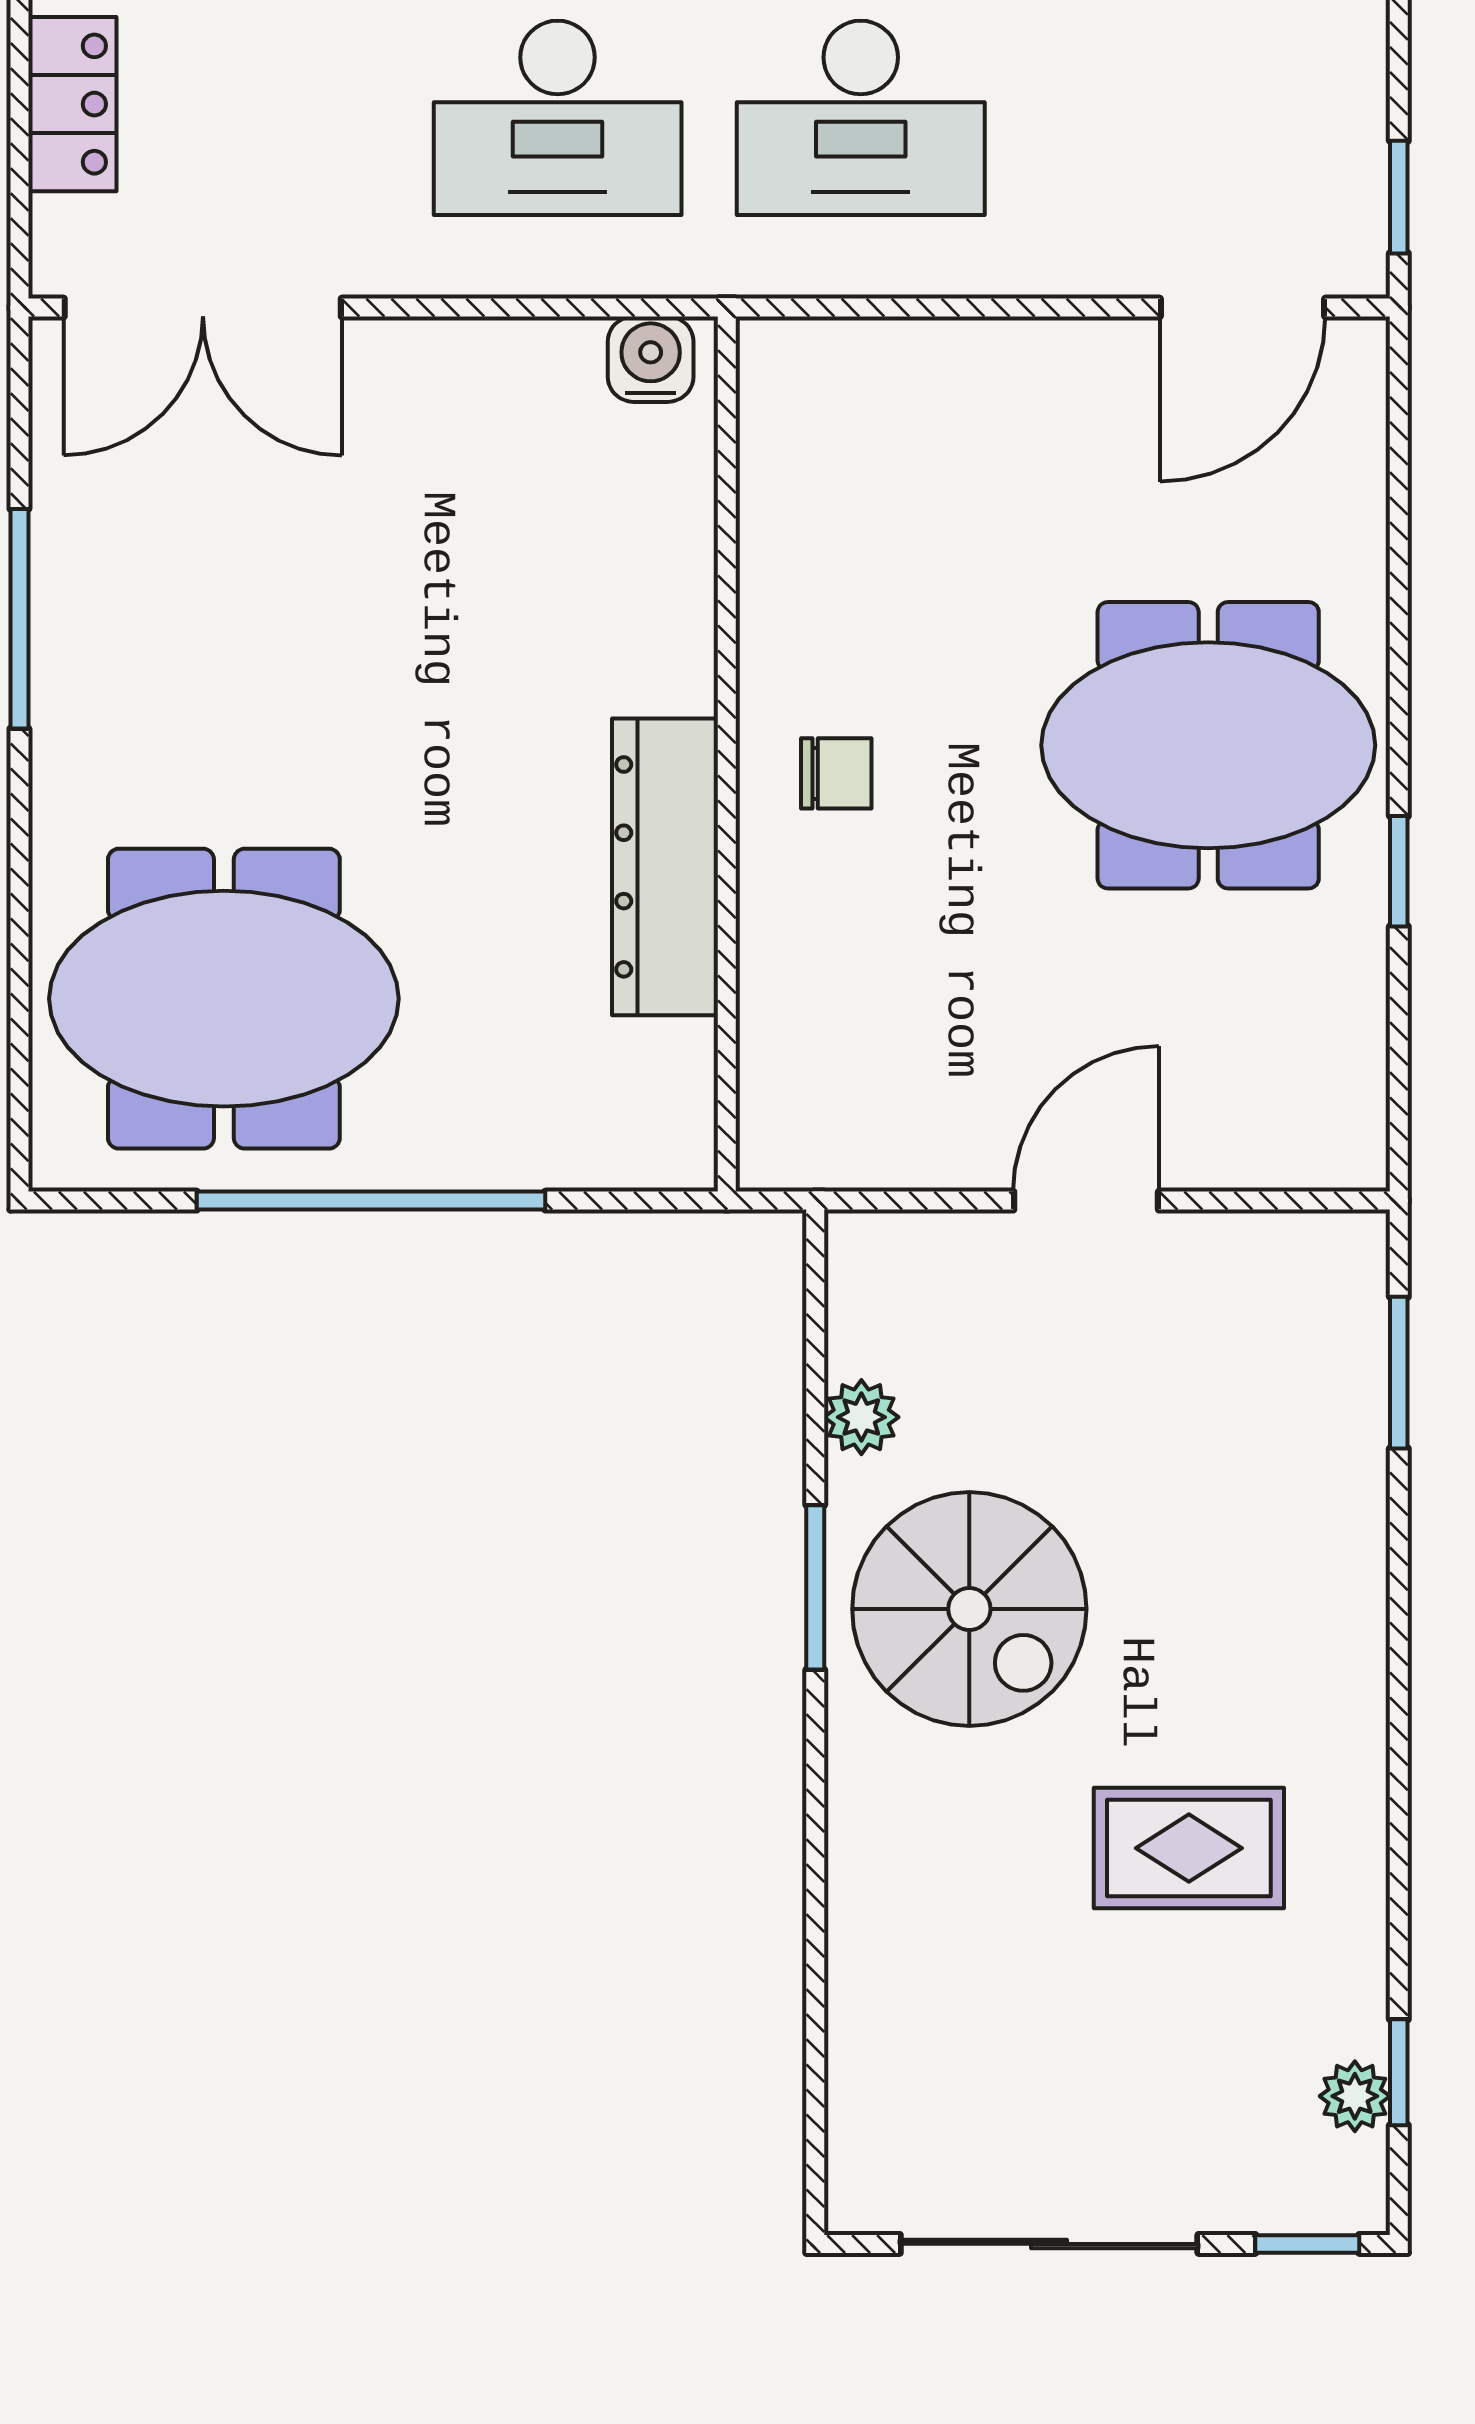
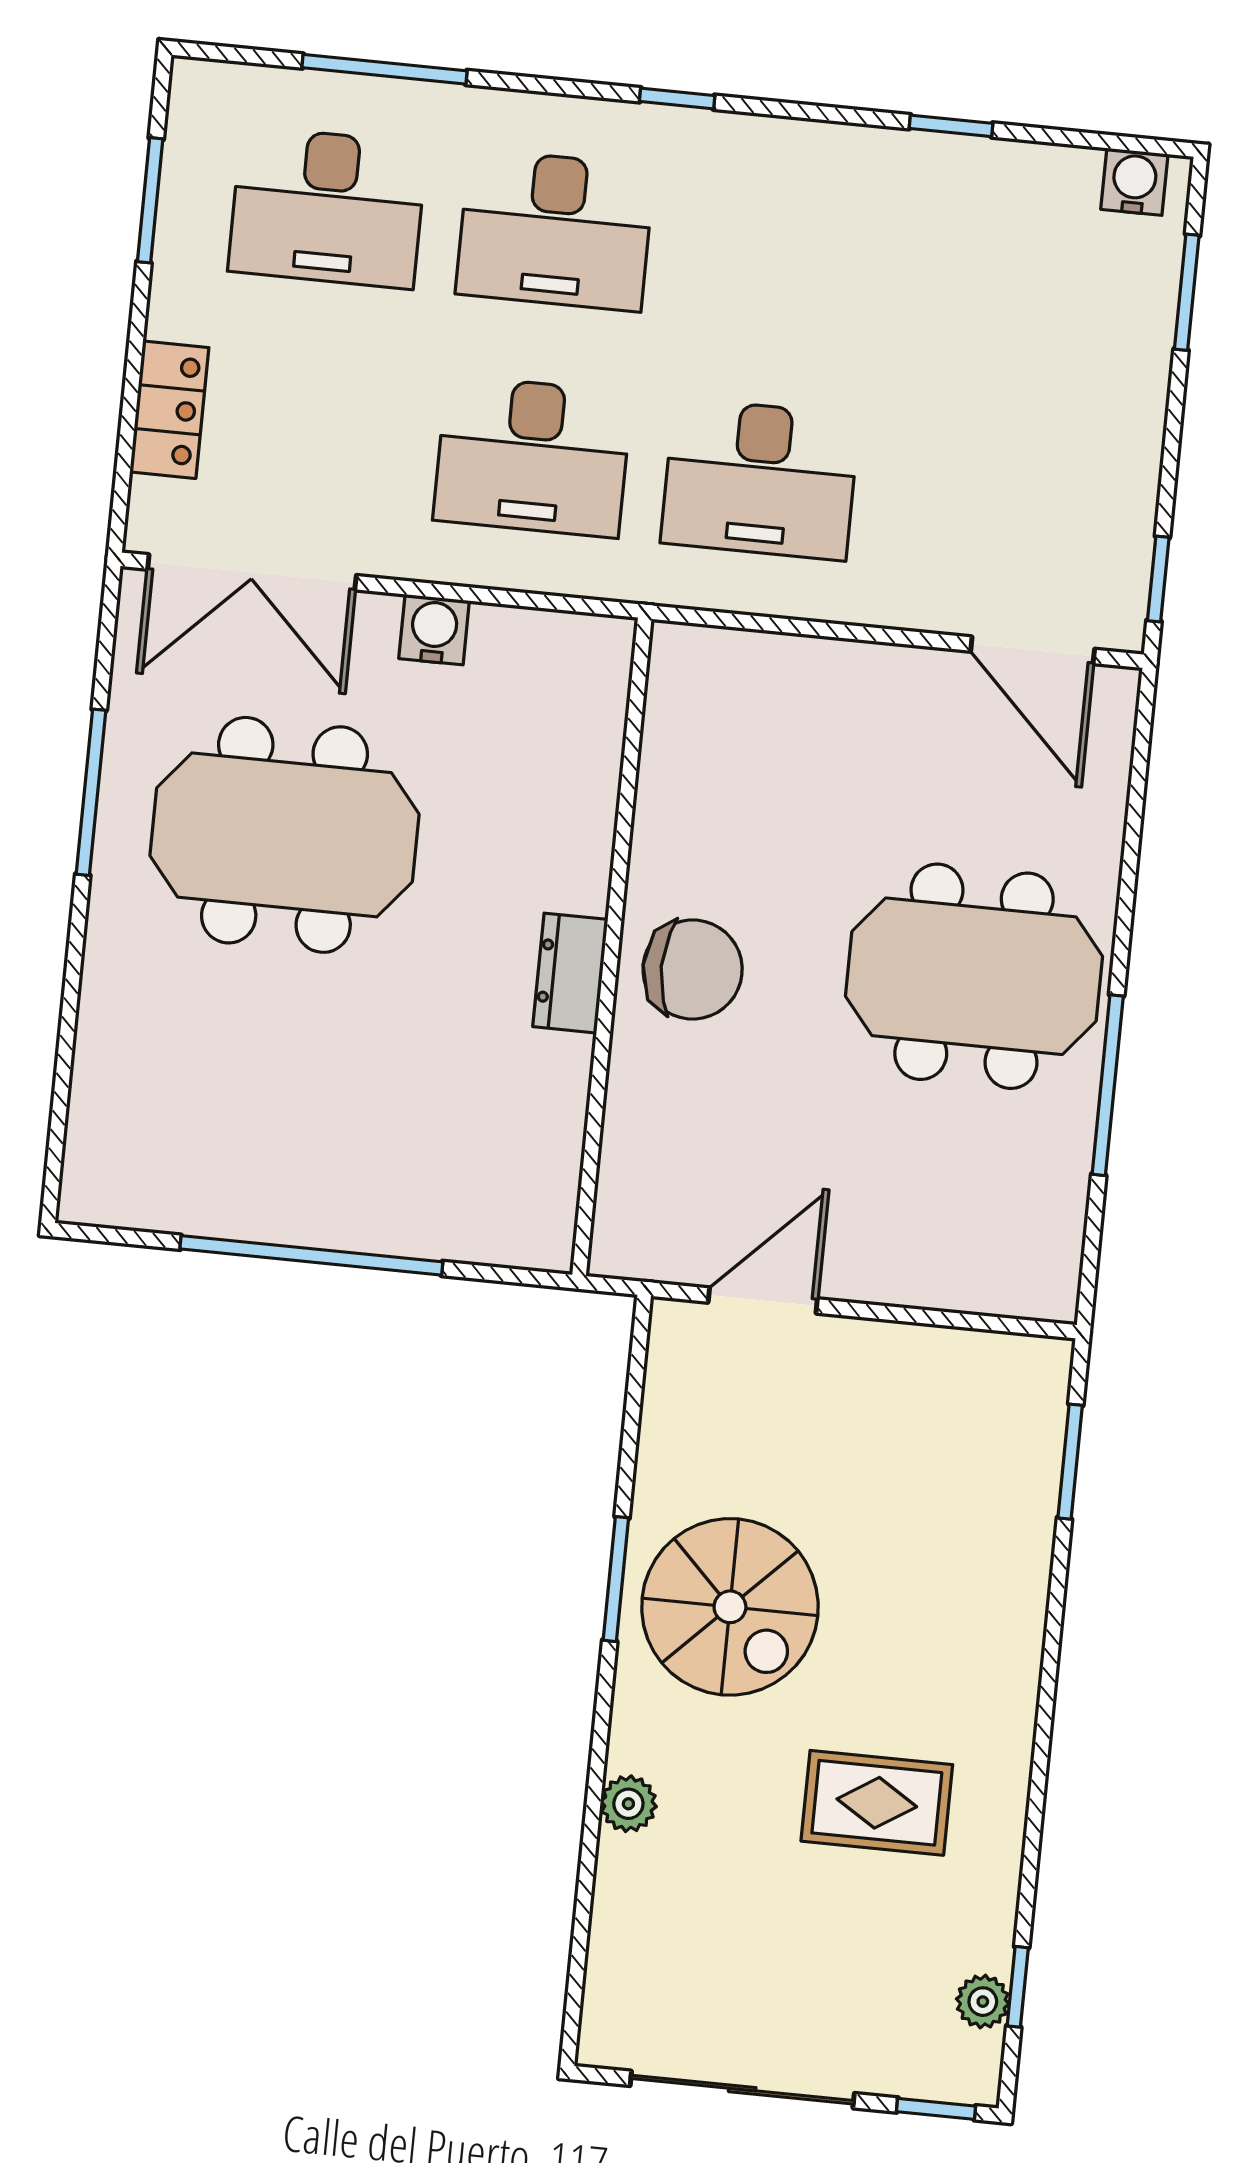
door: (1243, 308) -> (1033, 650), hinge flipped
water cooler: (651, 359) -> (434, 630), moved
chair: (836, 773) -> (693, 969), width x1.87, depth x1.87
dresser: (665, 867) -> (570, 973), width x0.51, depth x0.80
window: (1399, 871) -> (1108, 1085), width x2.17
meeting table: (224, 999) -> (284, 835), moved
door: (1086, 1201) -> (763, 1300), moved
plant: (861, 1417) -> (628, 1804), moved

